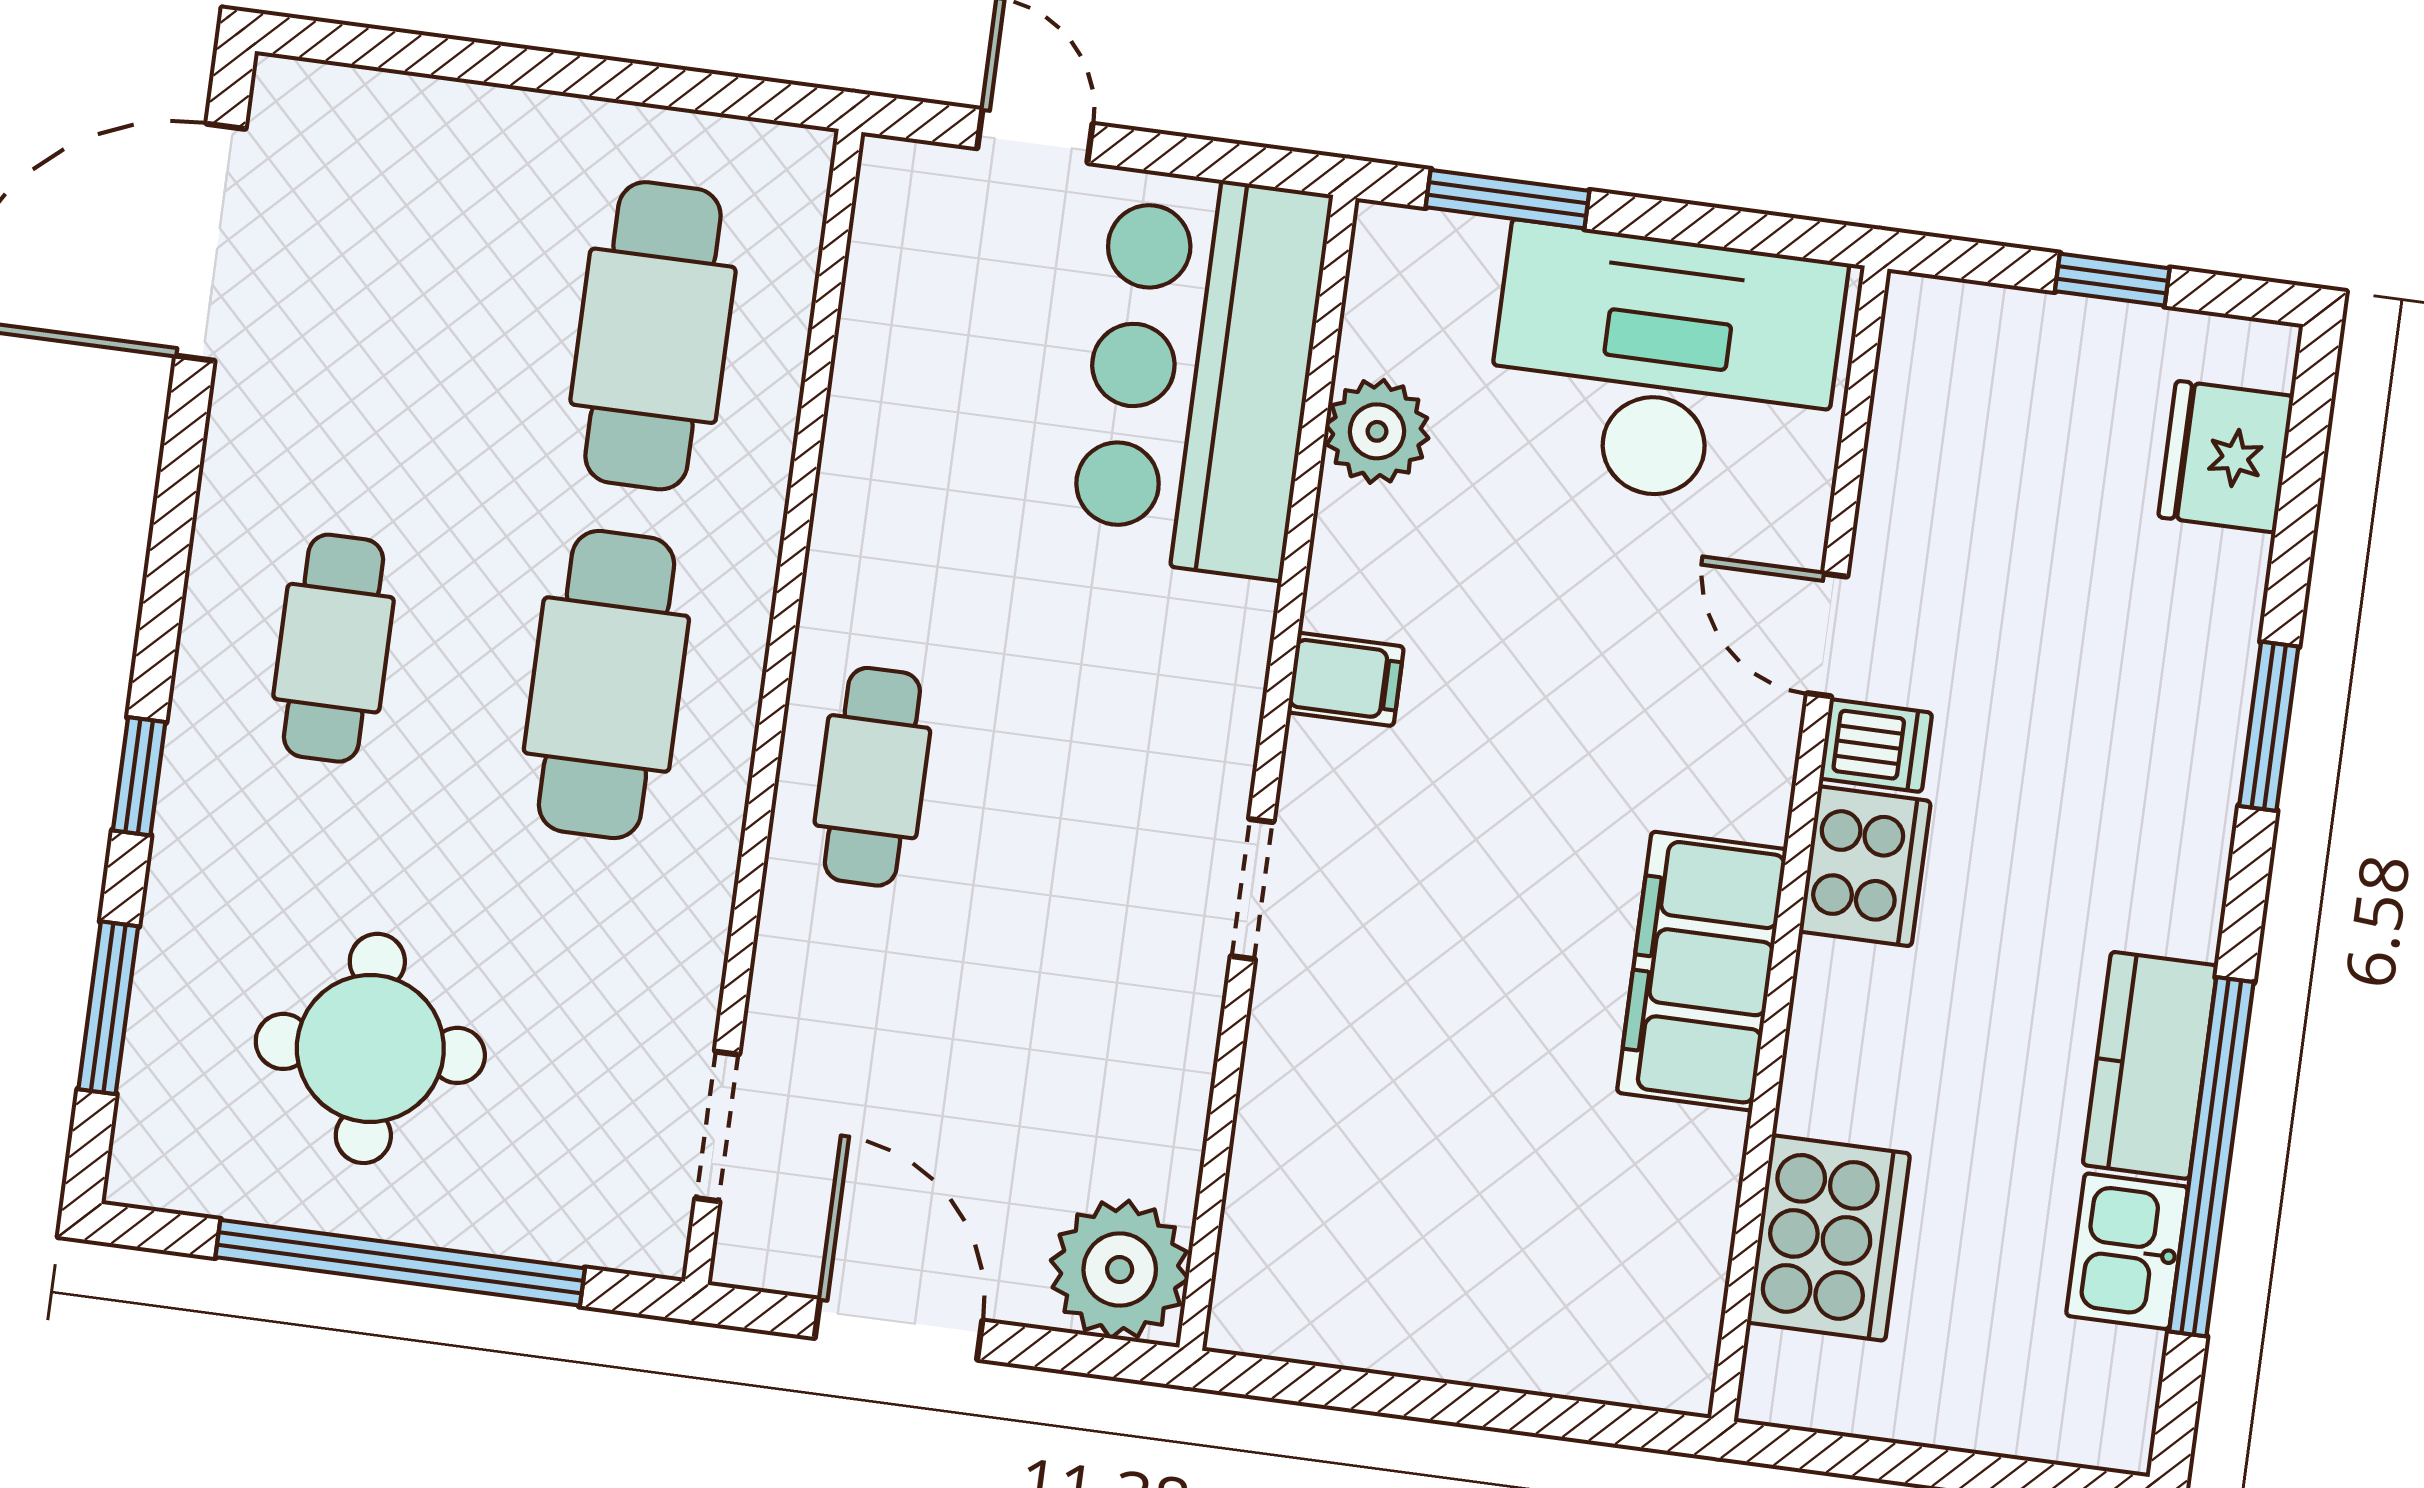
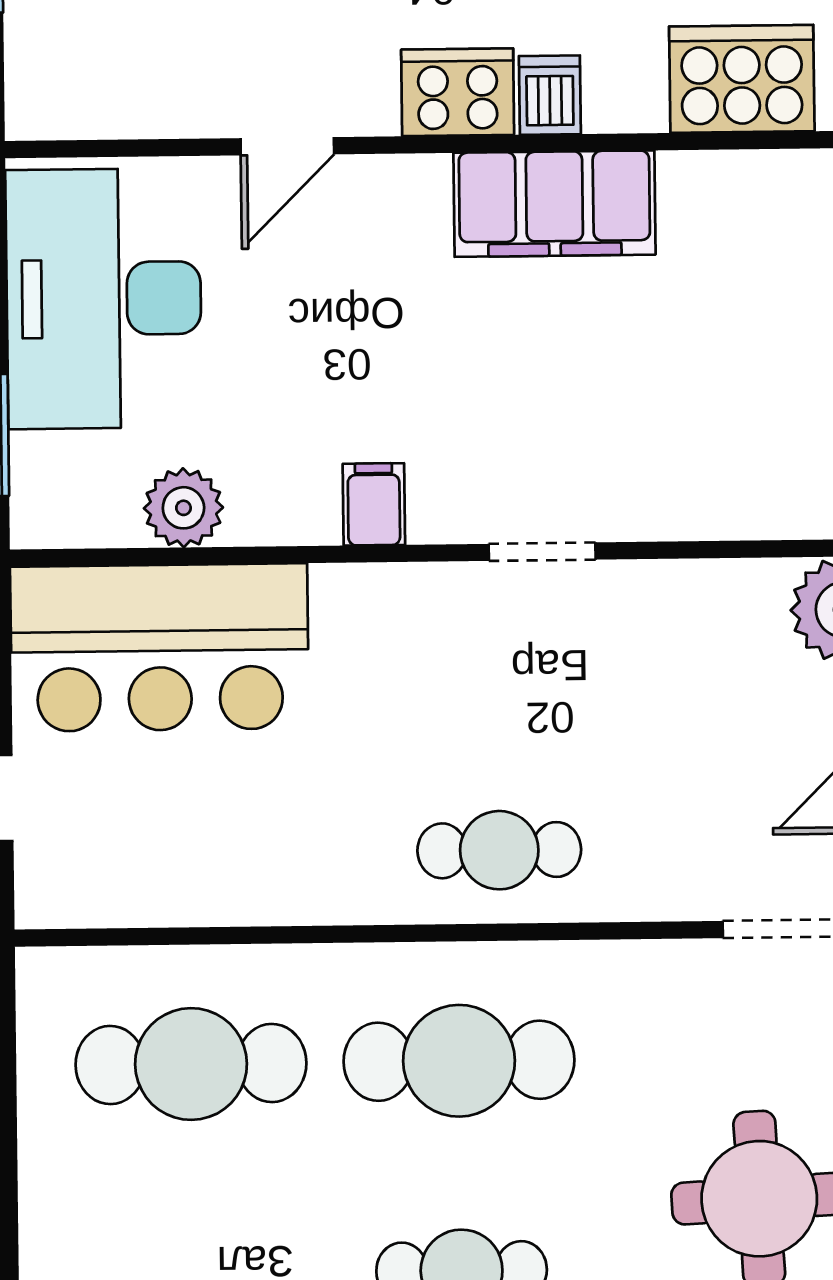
dishwasher: (1876, 746) -> (550, 95), moved

